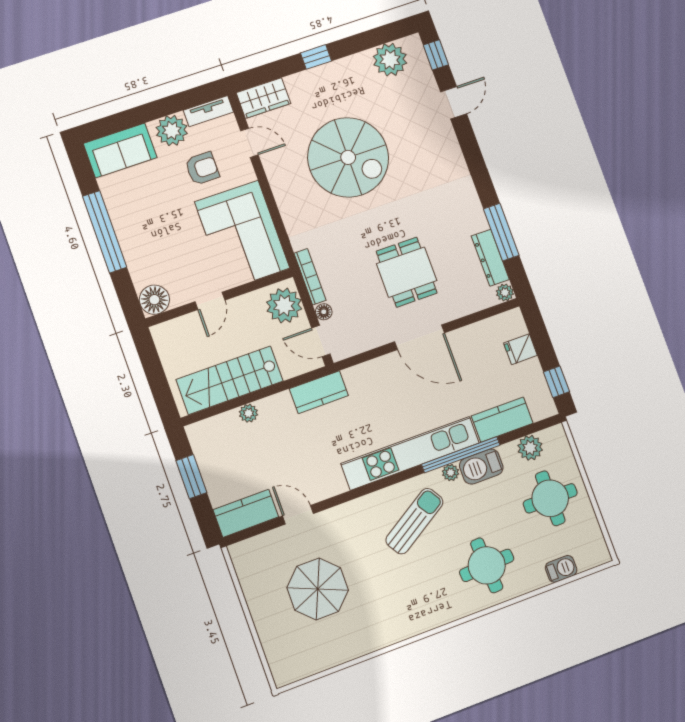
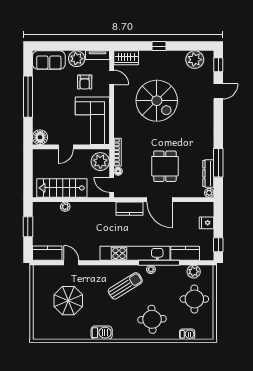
armchair: (202, 168) -> (85, 82), turned 90
kitchen counter: (319, 392) -> (129, 209), moved
barbecue: (481, 467) -> (102, 333), moved, turned 180

